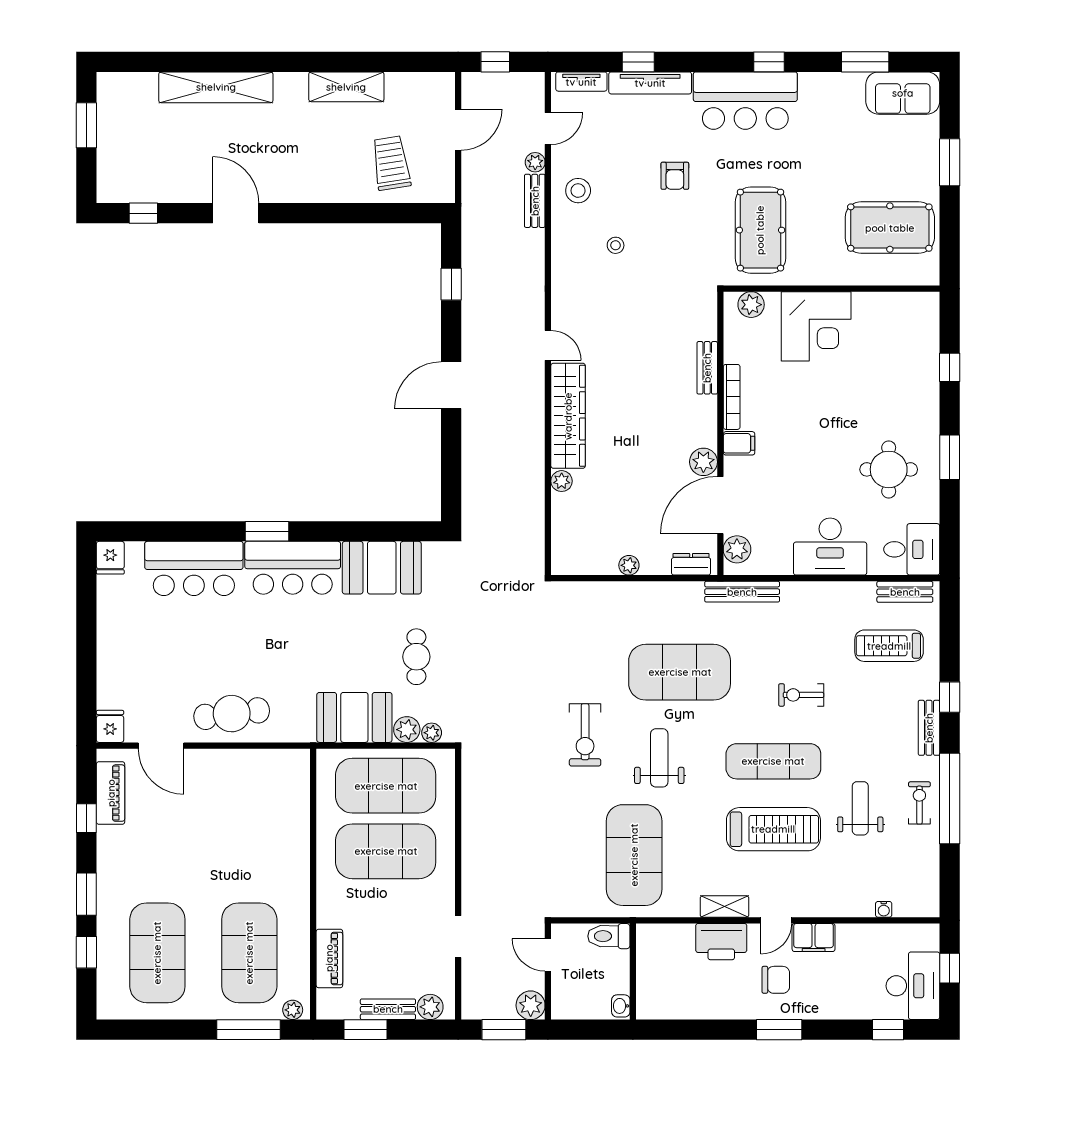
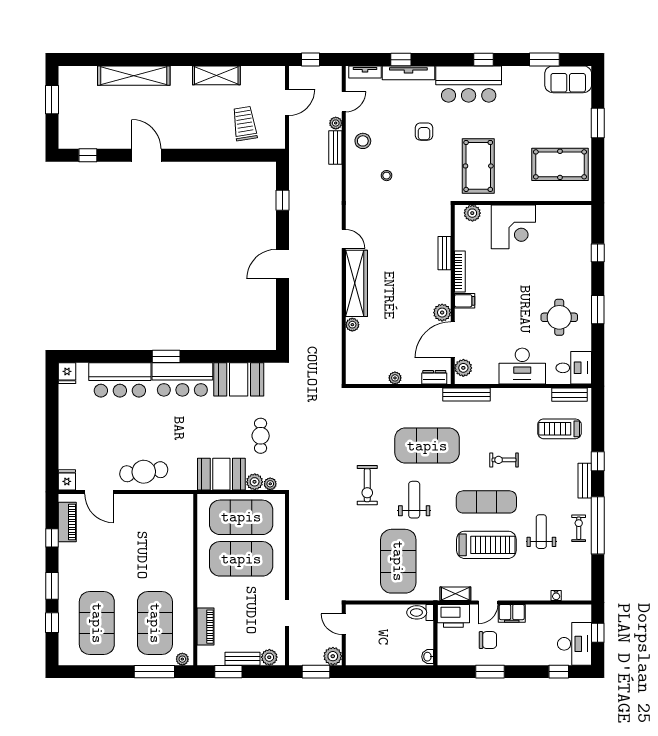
toilet: (609, 936) -> (420, 612), moved
wall: (633, 972) -> (435, 635), moved
washbasin: (621, 1006) -> (428, 657), moved

